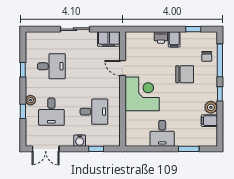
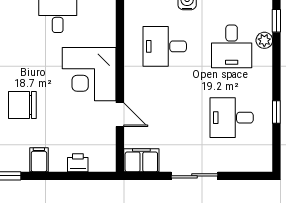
printer: (161, 37) -> (78, 163), moved
plant: (30, 100) -> (264, 40), moved
window: (23, 111) -> (276, 21), moved
desk: (51, 112) -> (232, 46), turned 180

